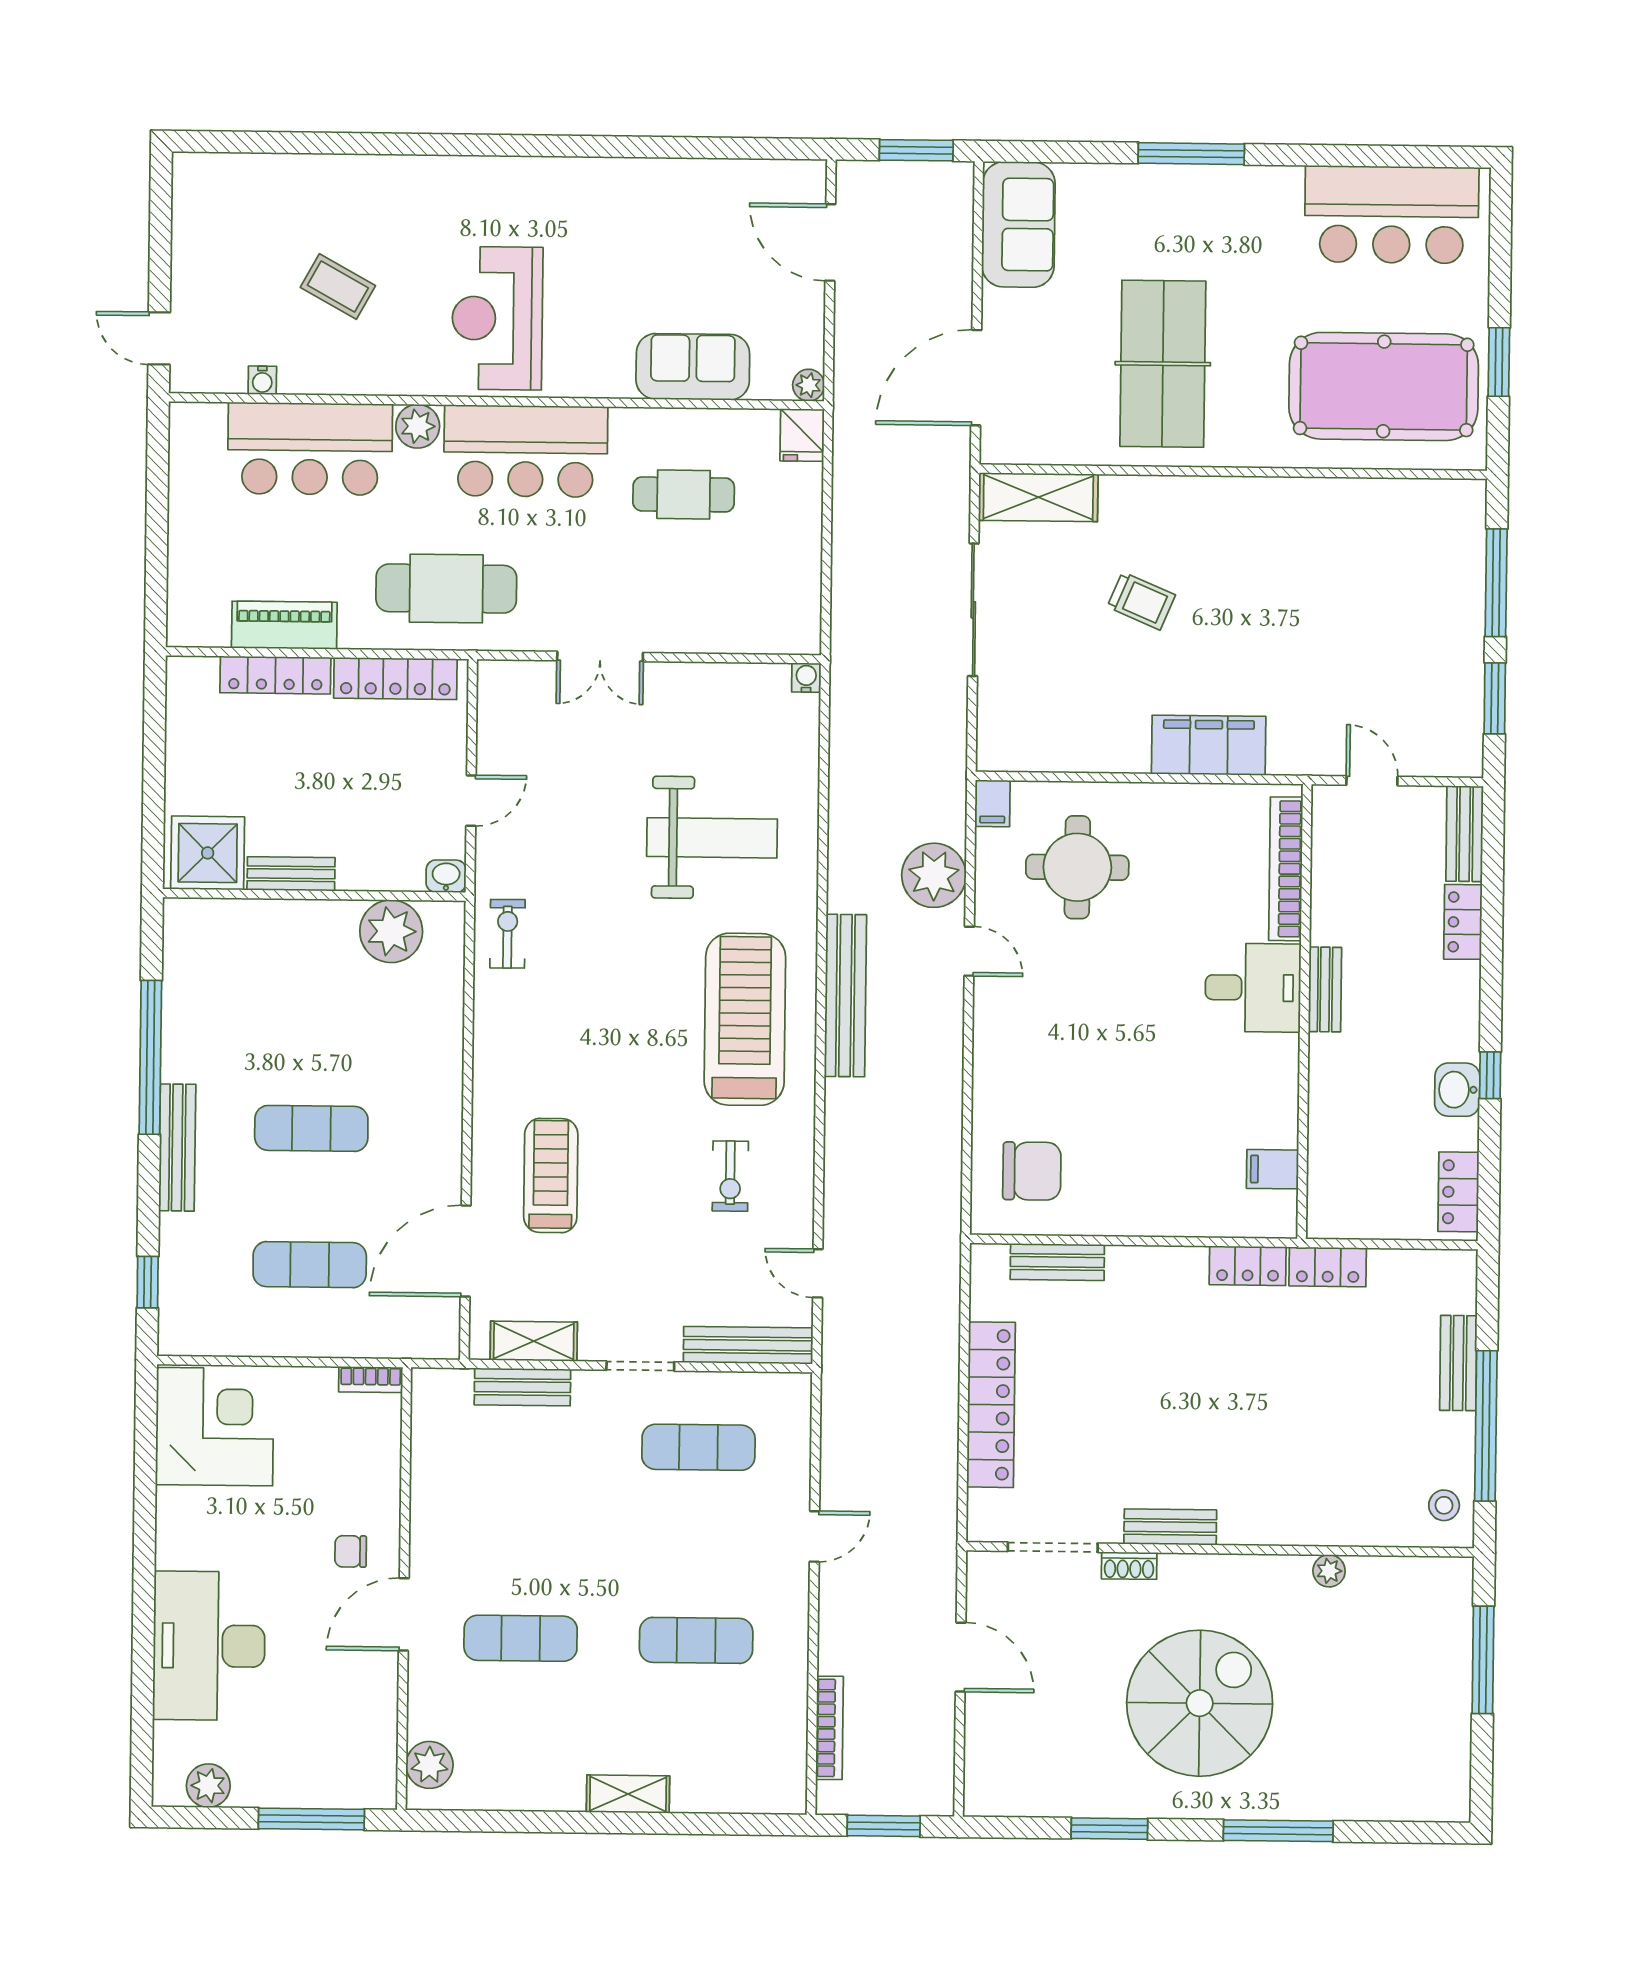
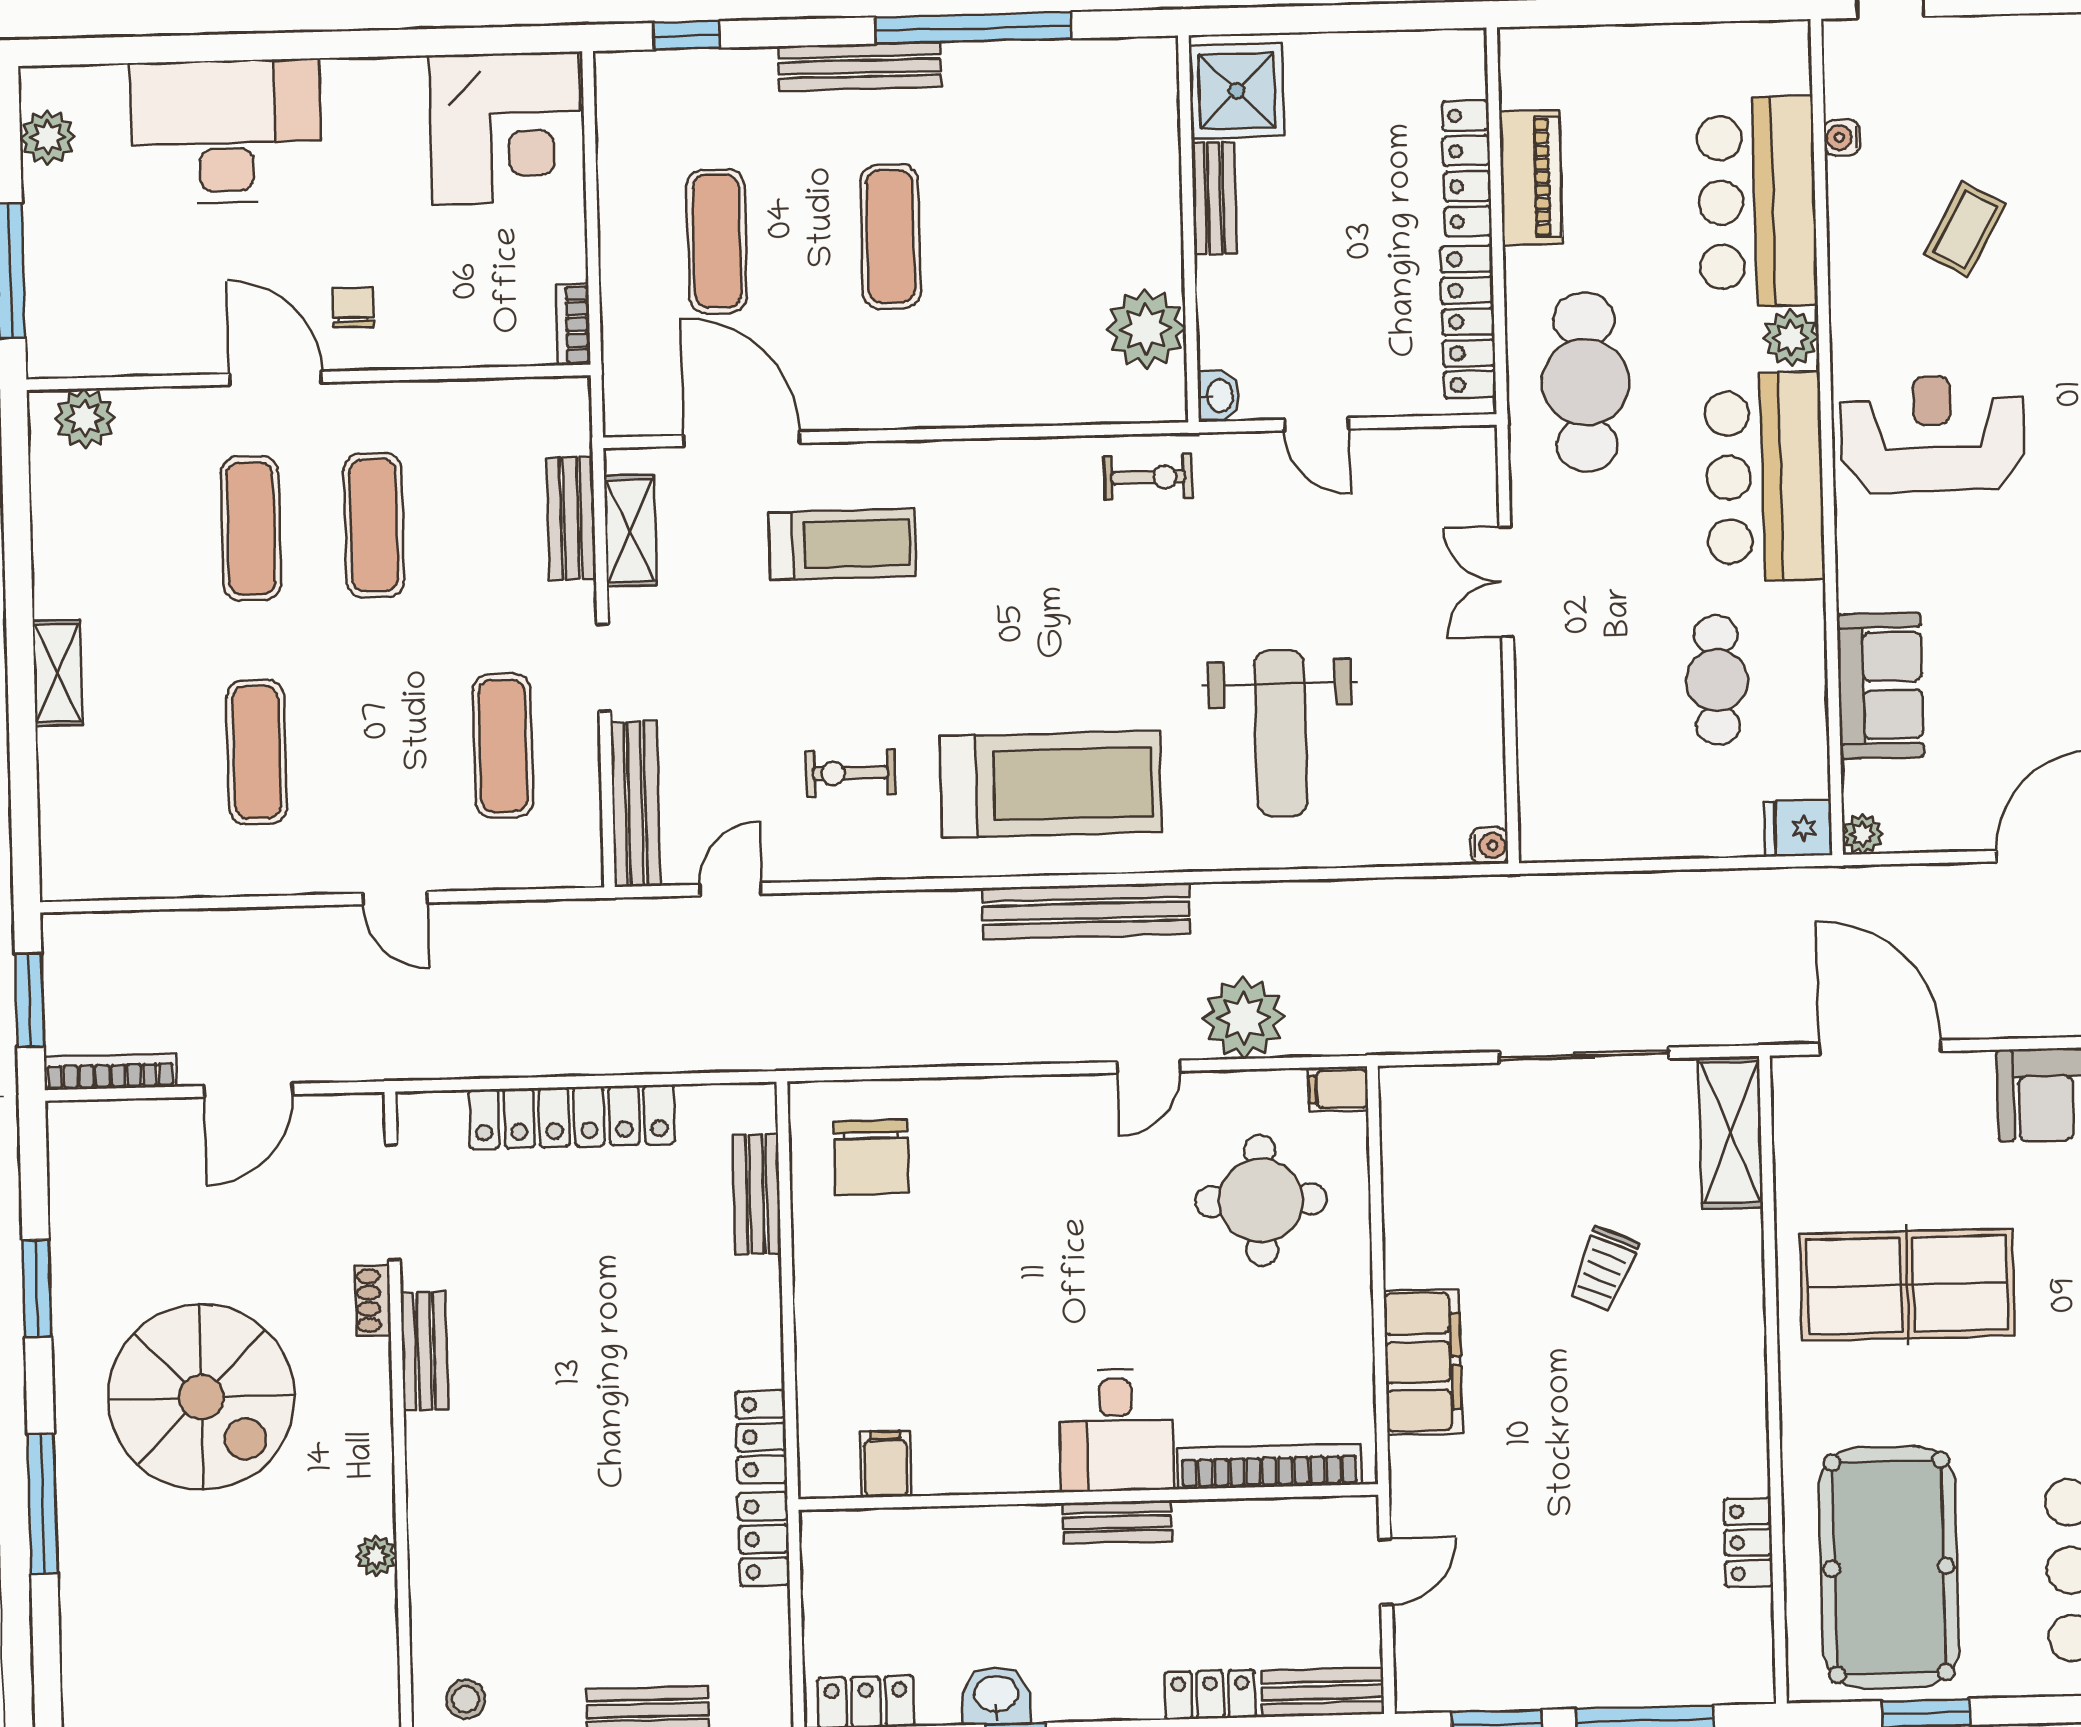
locker: (1360, 496) -> (1748, 1542), added
exercise mat: (522, 1542) -> (374, 525), added
bookcase: (829, 1728) -> (110, 1072), moved, turned 180

